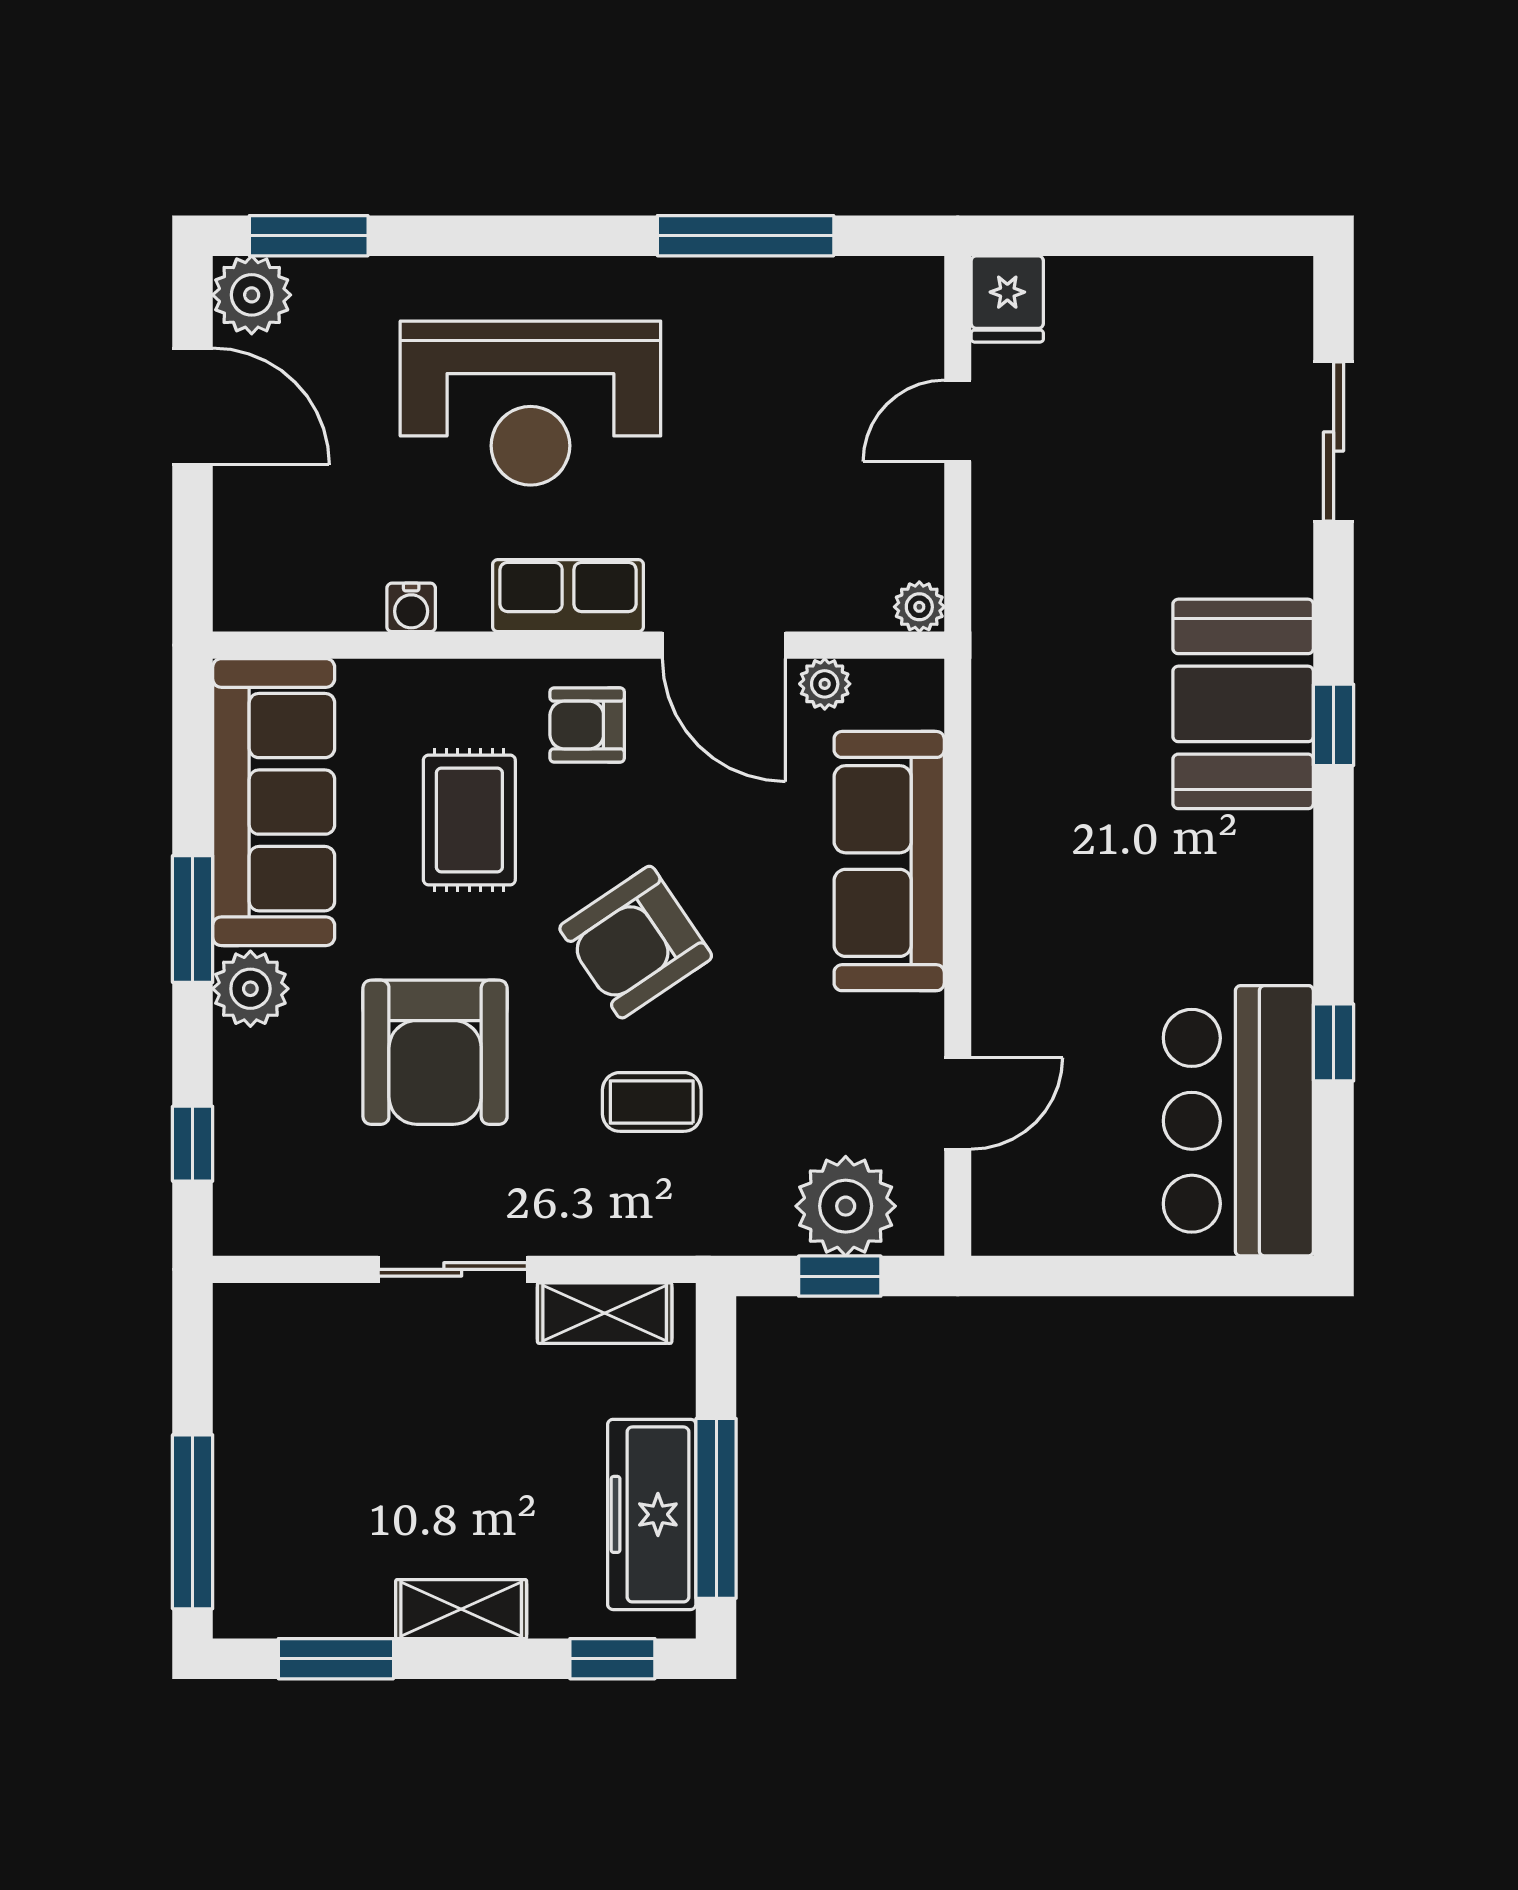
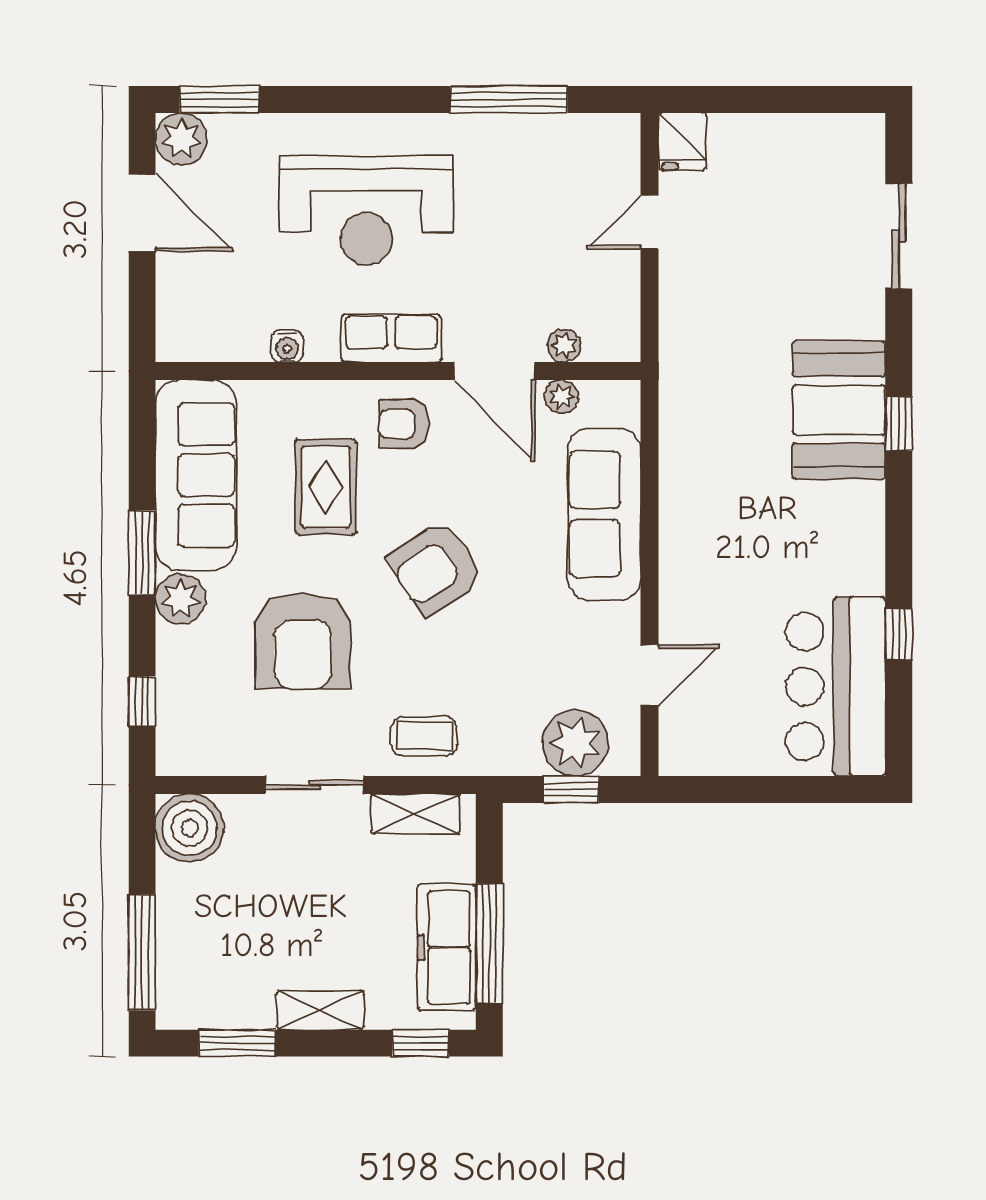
plant: (919, 607) -> (564, 346), moved
coffee table: (652, 1102) -> (424, 736), moved
boiler: (264, 1334) -> (190, 828), added

